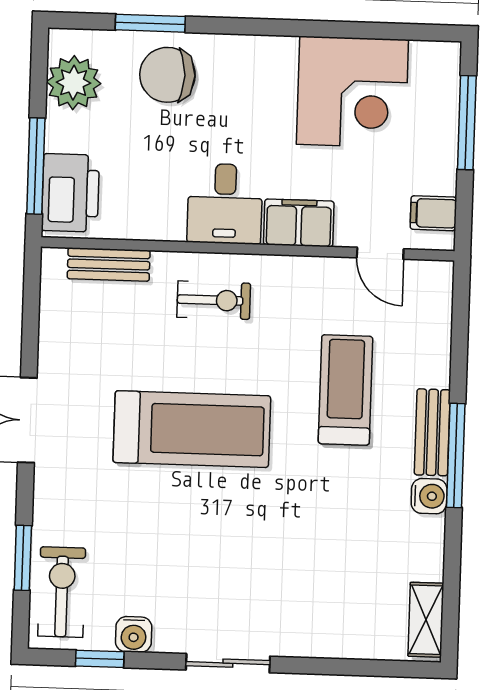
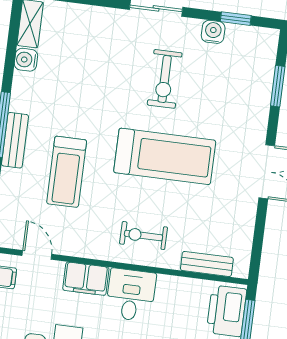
treadmill: (192, 429) -> (165, 156), turned 180
water cooler: (429, 496) -> (26, 60), moved
exercise bike: (62, 592) -> (165, 79), moved

